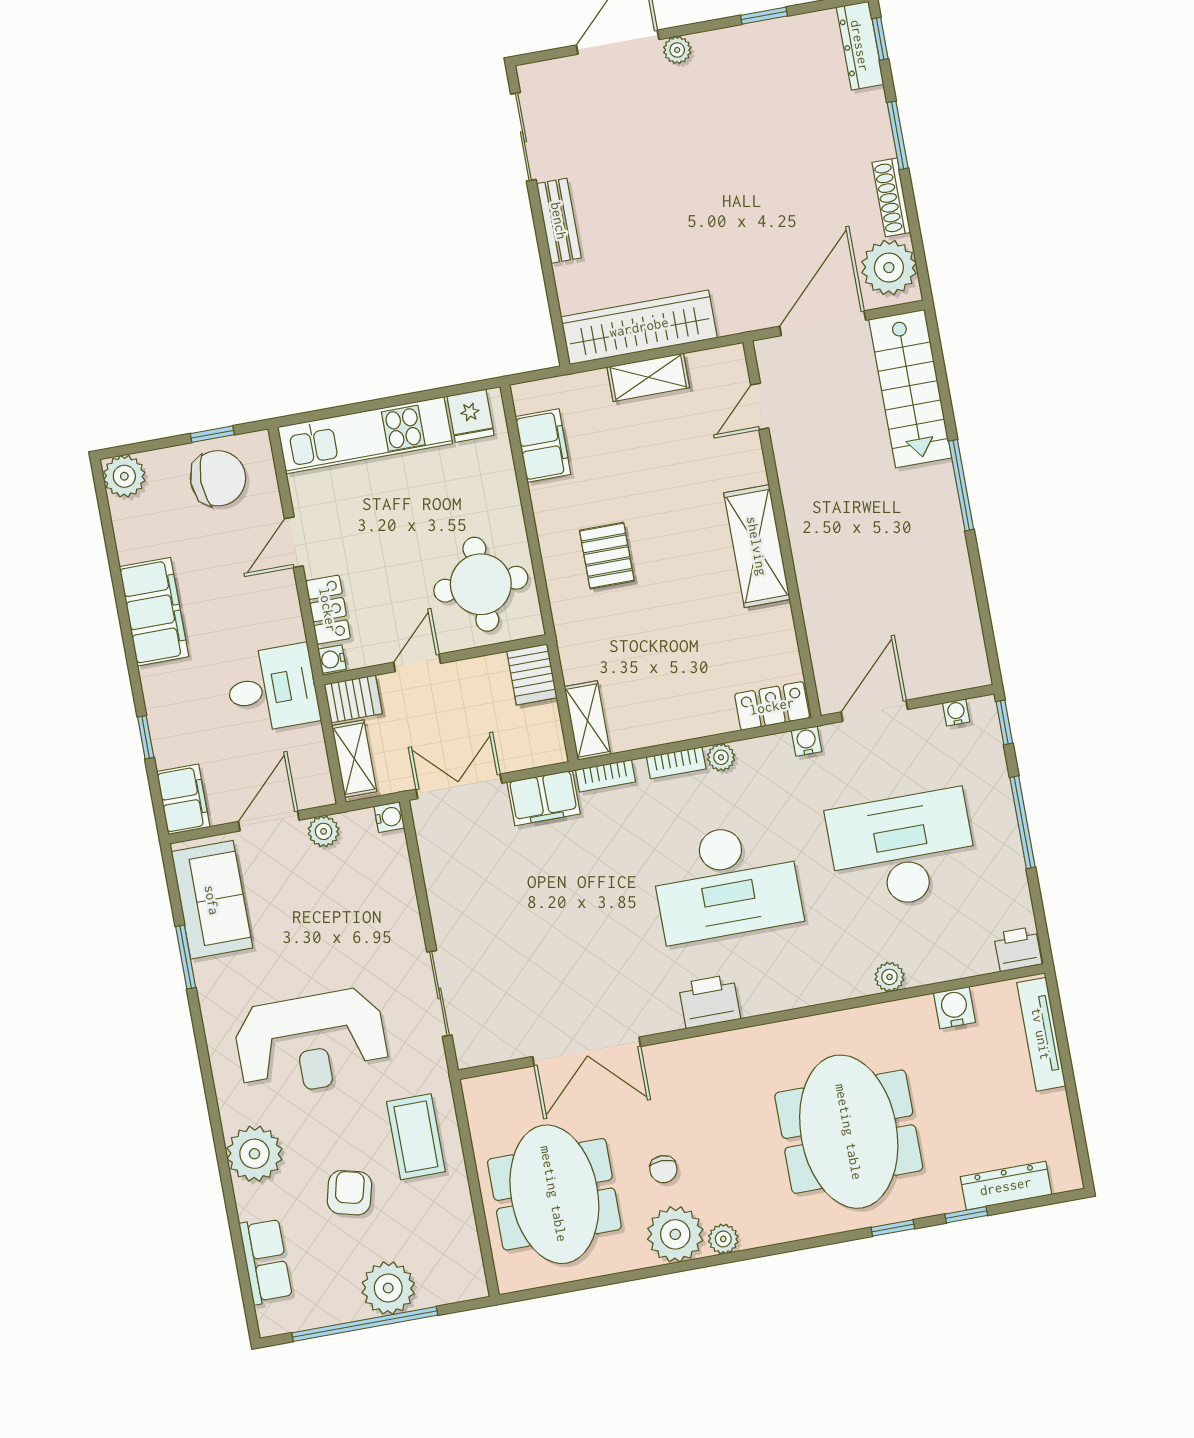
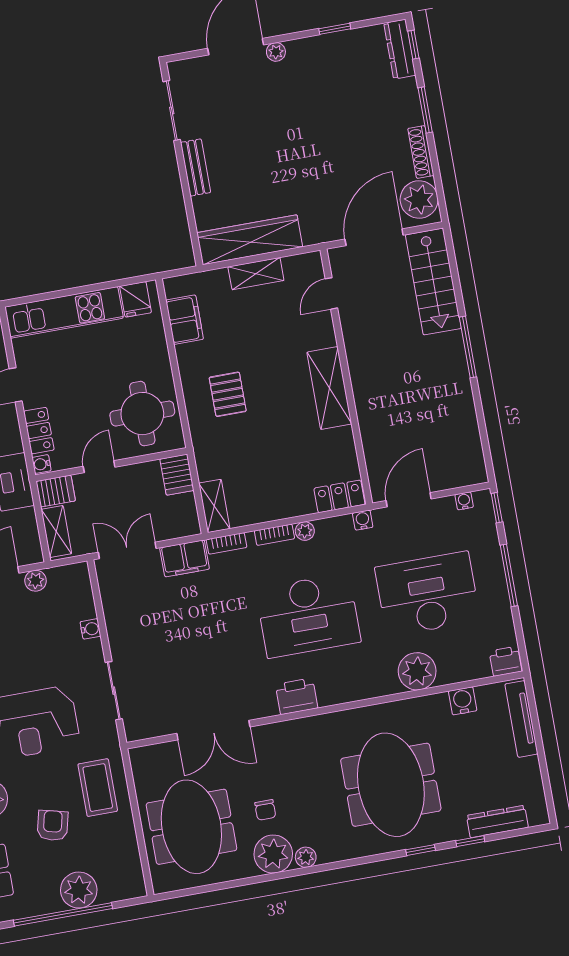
water cooler: (389, 817) -> (90, 629), moved
plant: (890, 977) -> (417, 671), width x1.87, depth x1.87

